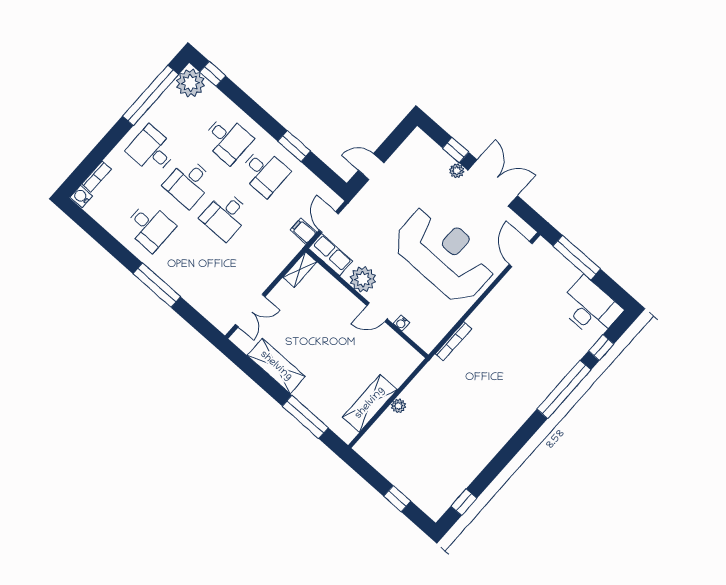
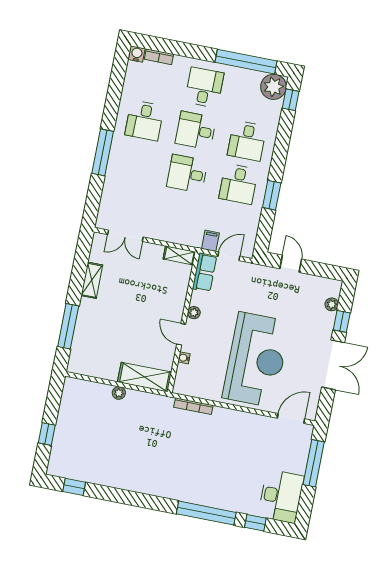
plant: (457, 171) -> (332, 304), moved
plant: (363, 279) -> (194, 313), width x0.53, depth x0.53
shelving: (276, 366) -> (92, 280), width x0.67, depth x0.75
shelving: (370, 403) -> (145, 377), moved

